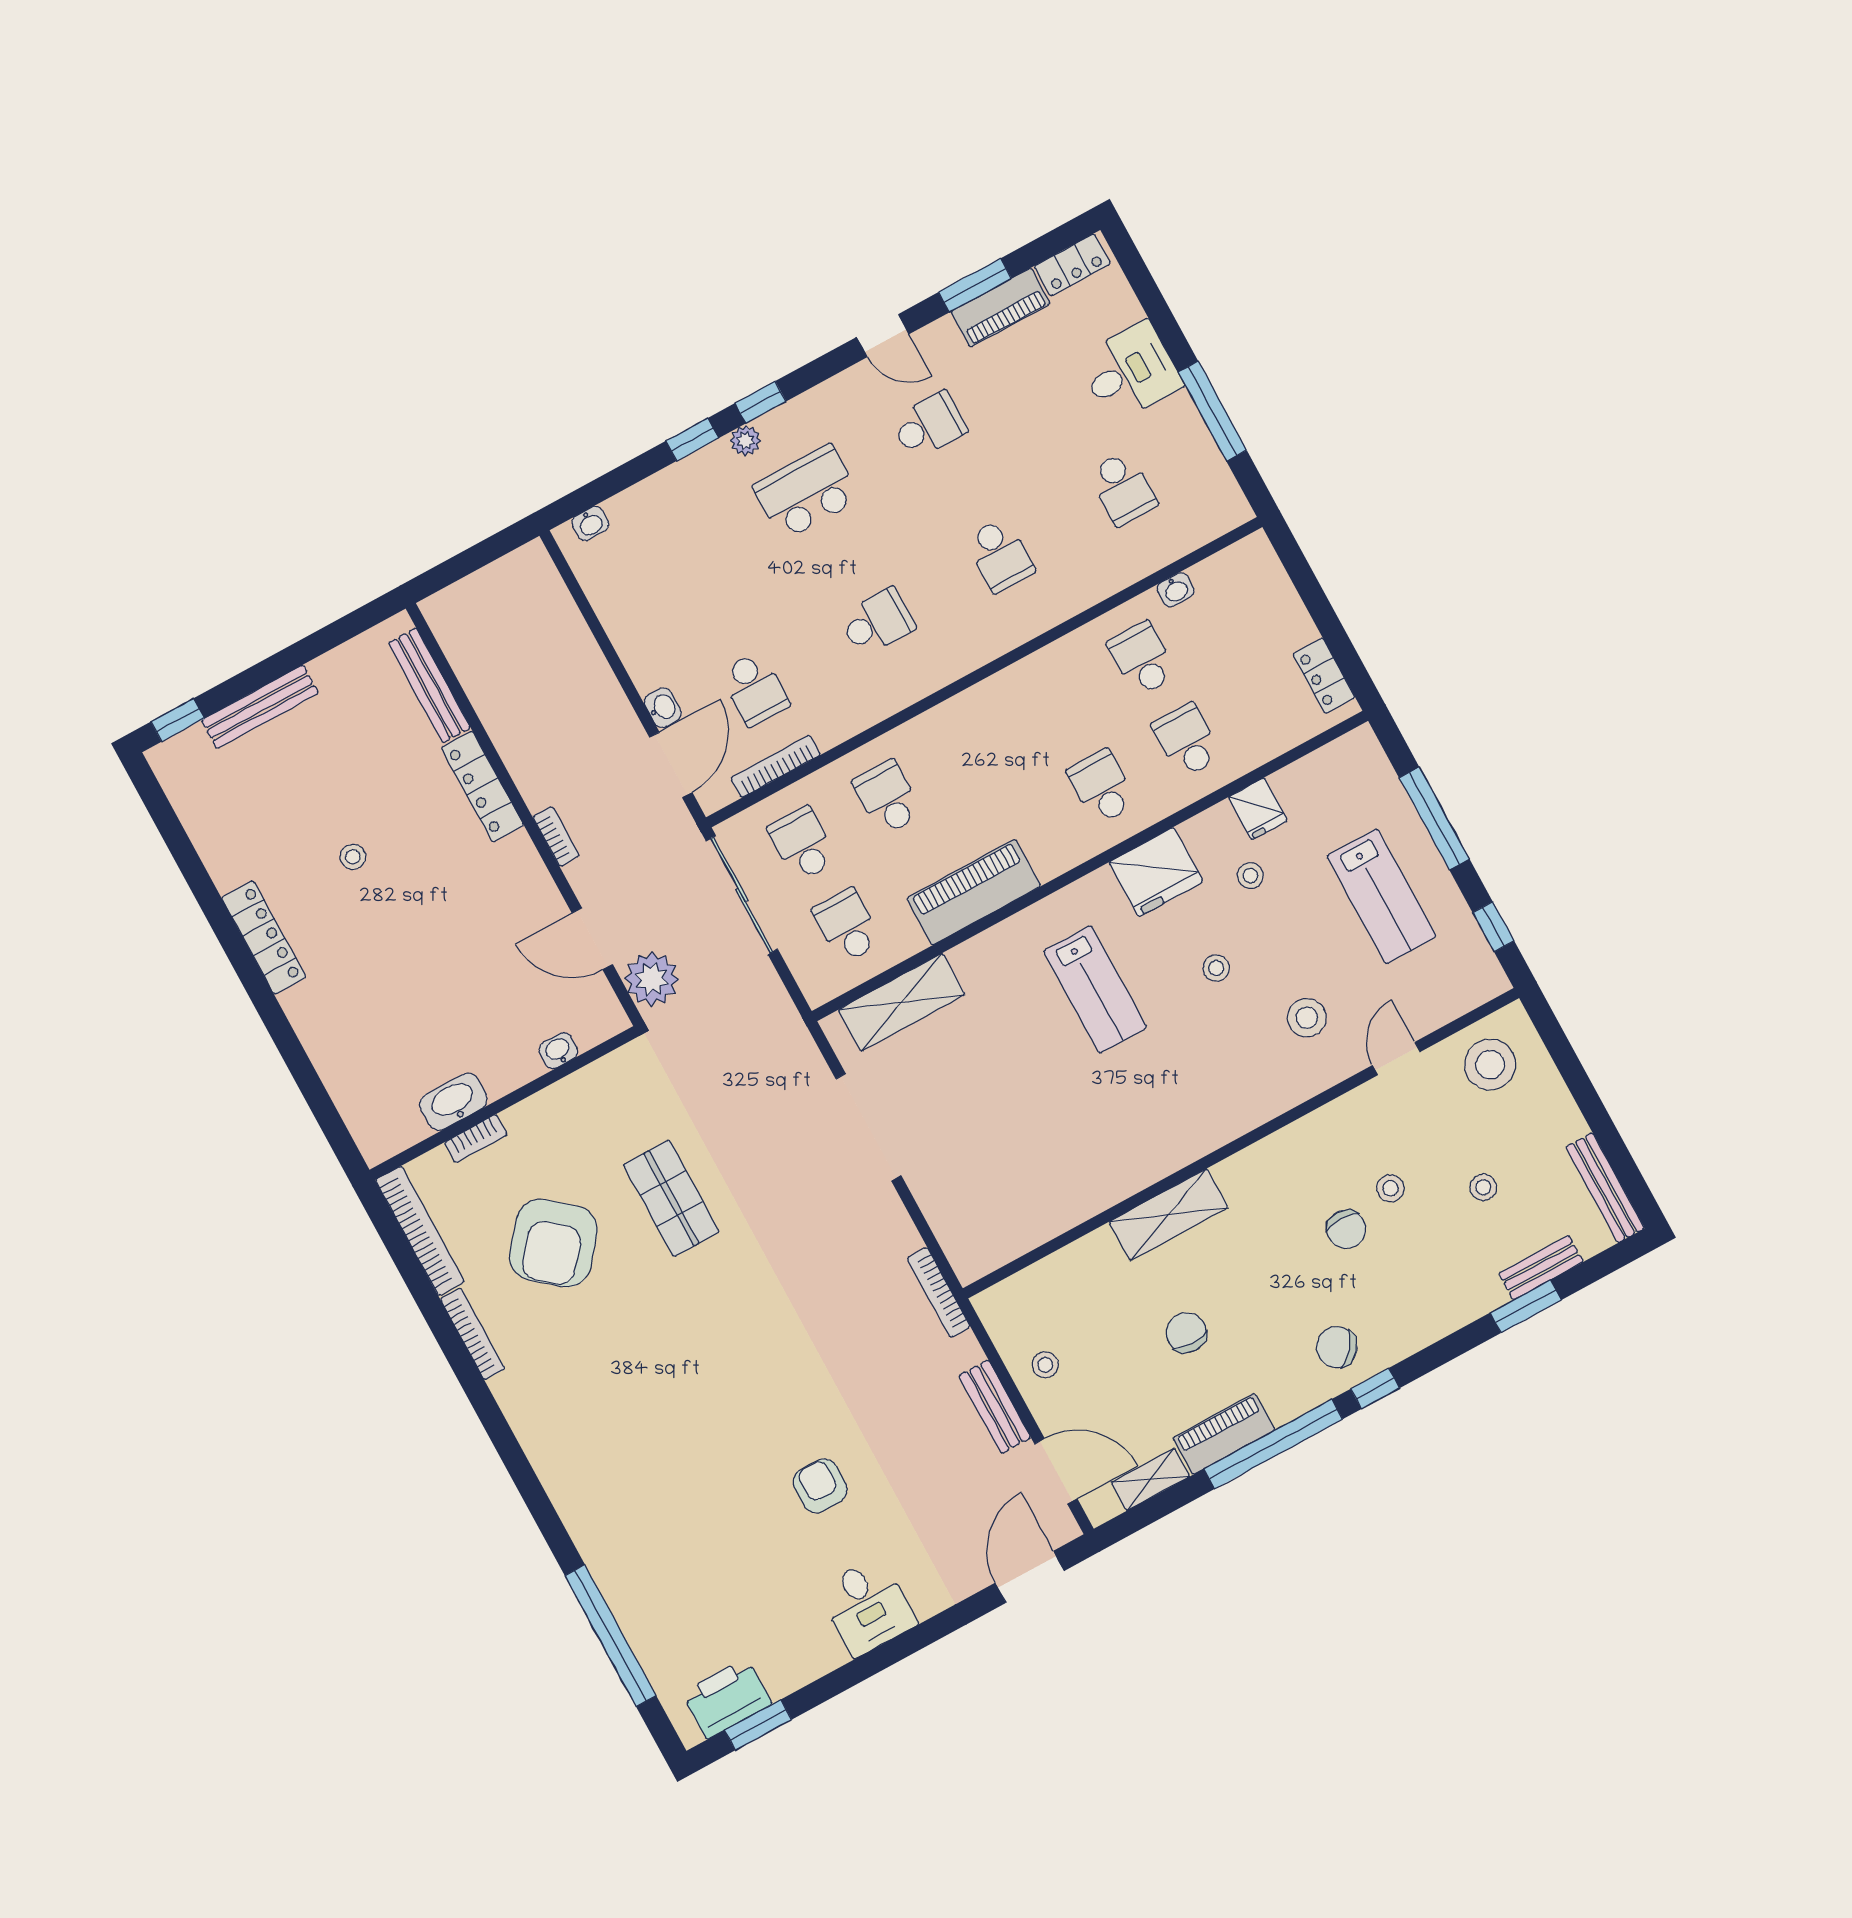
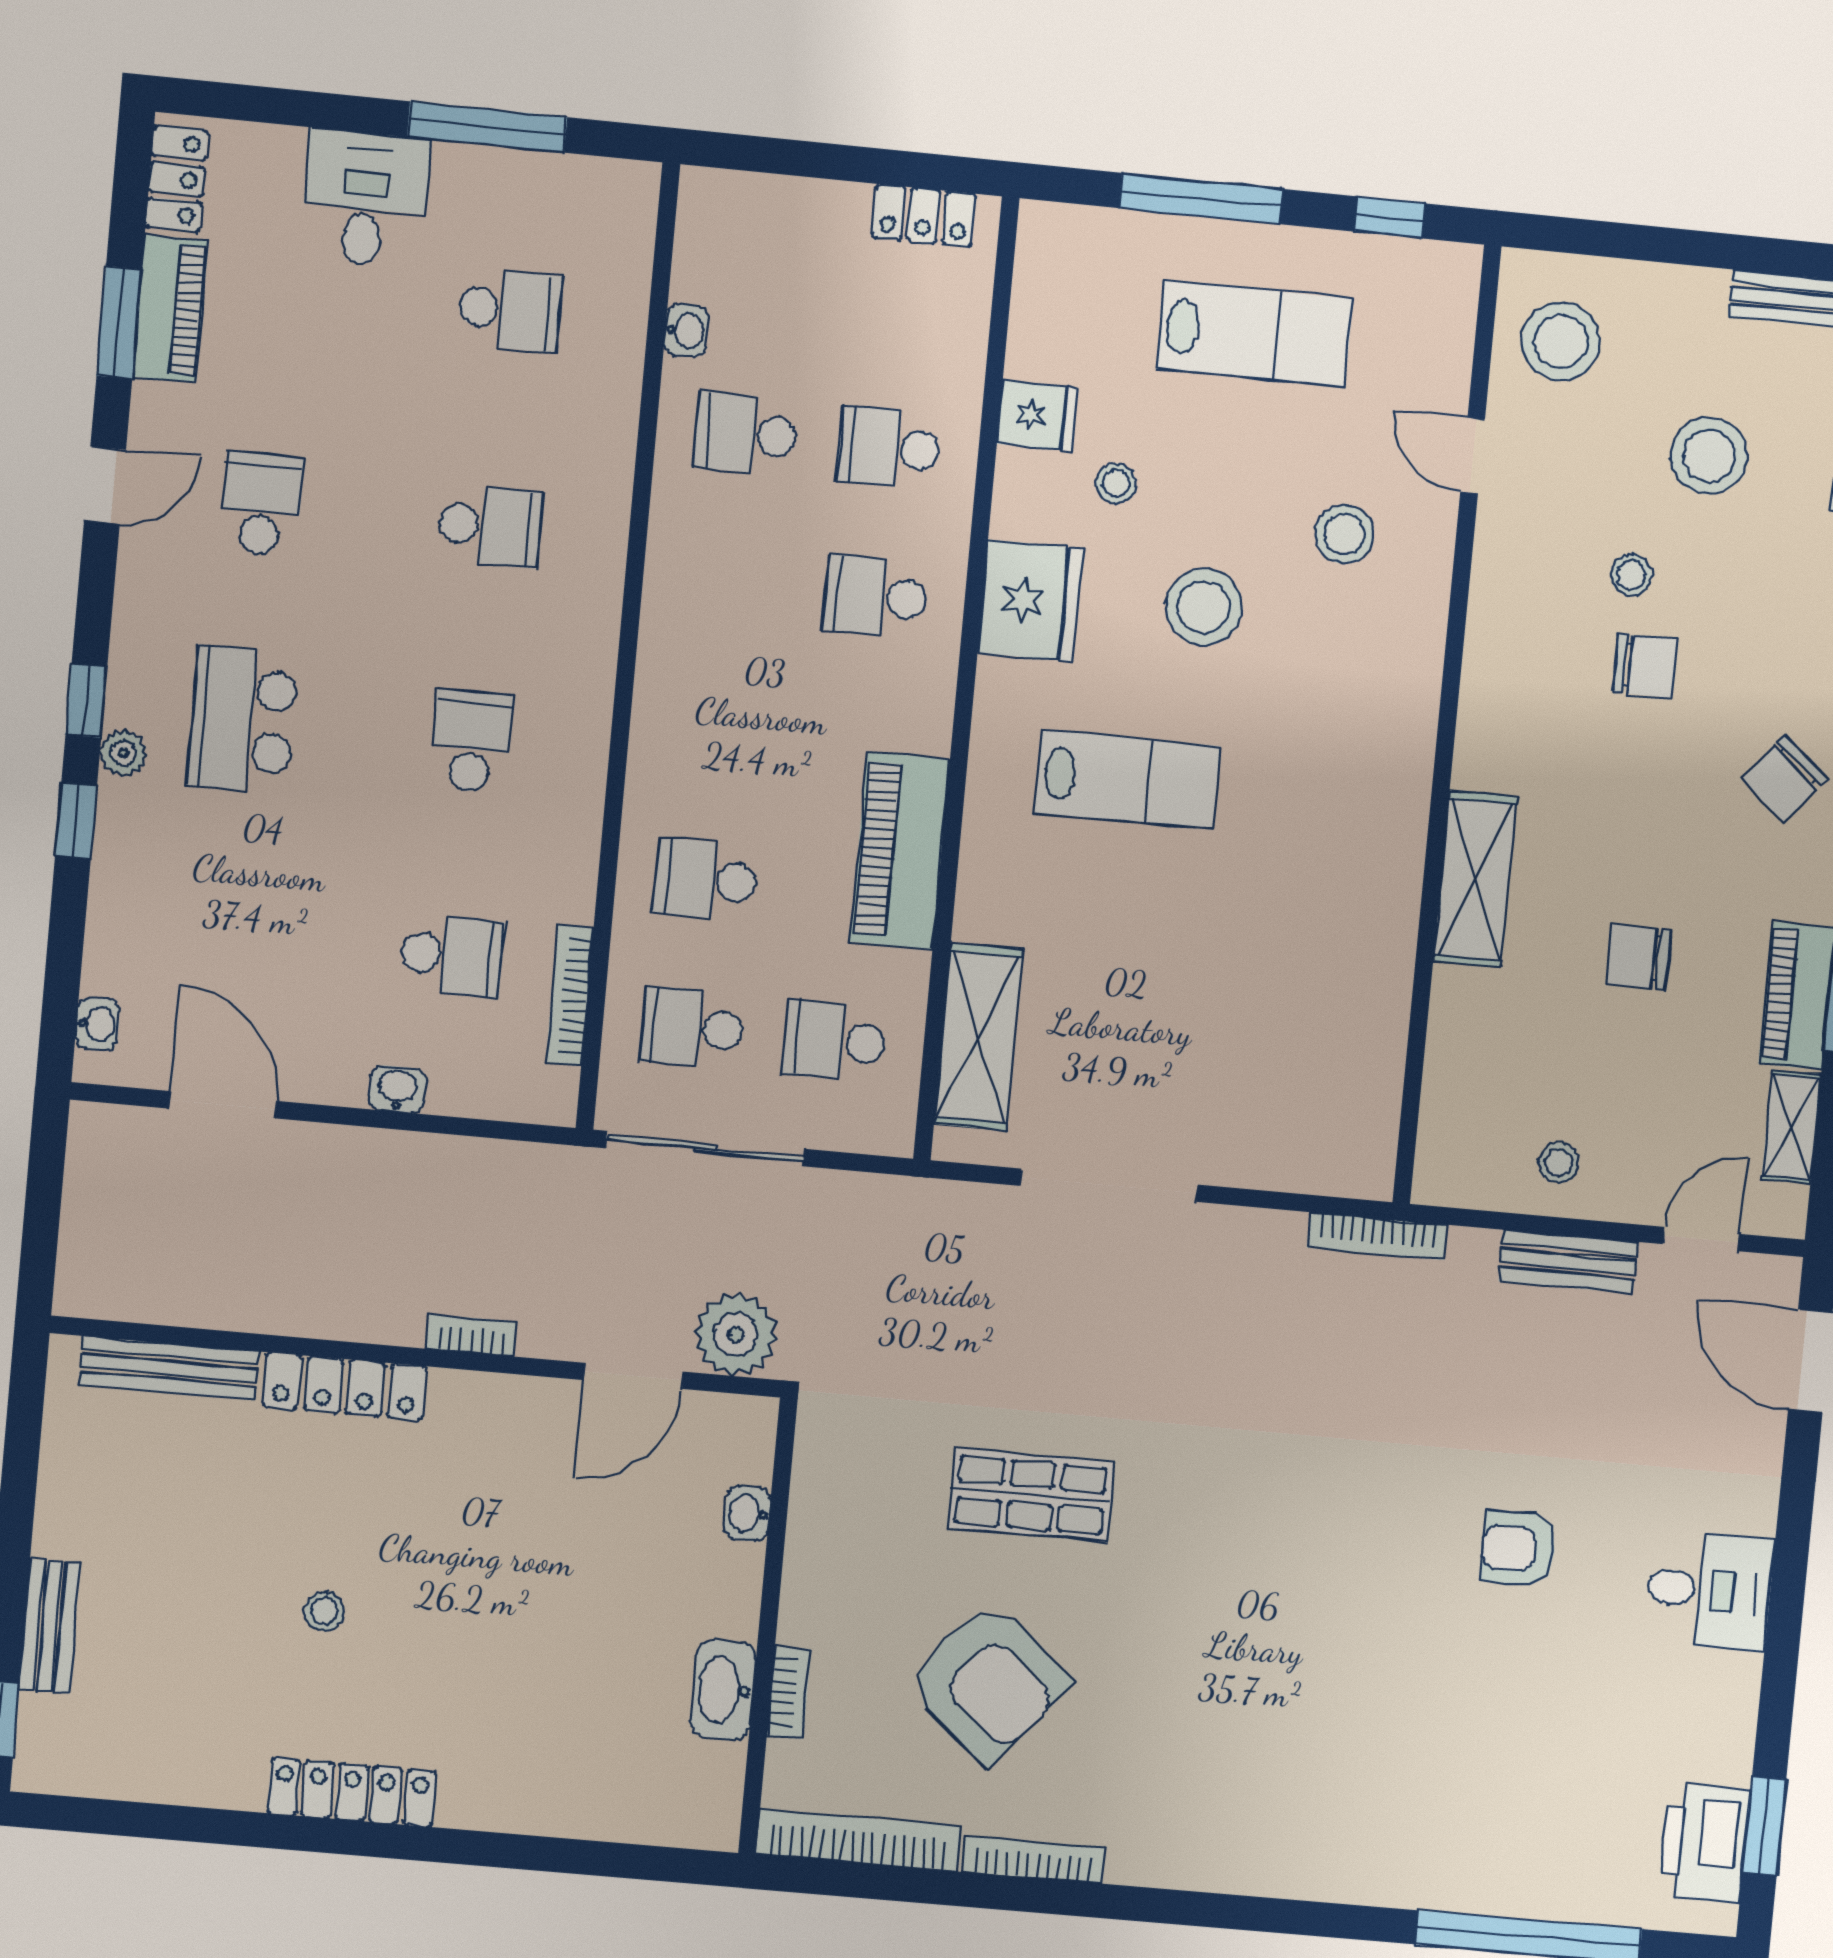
bench: (260, 707) -> (49, 1626), width x0.73
door: (671, 765) -> (223, 1105), moved
stool: (1216, 968) -> (1204, 607), width x1.89, depth x1.89
stool: (1483, 1187) -> (1709, 456), width x1.89, depth x1.89
door: (1056, 1471) -> (1701, 1239), width x0.73

